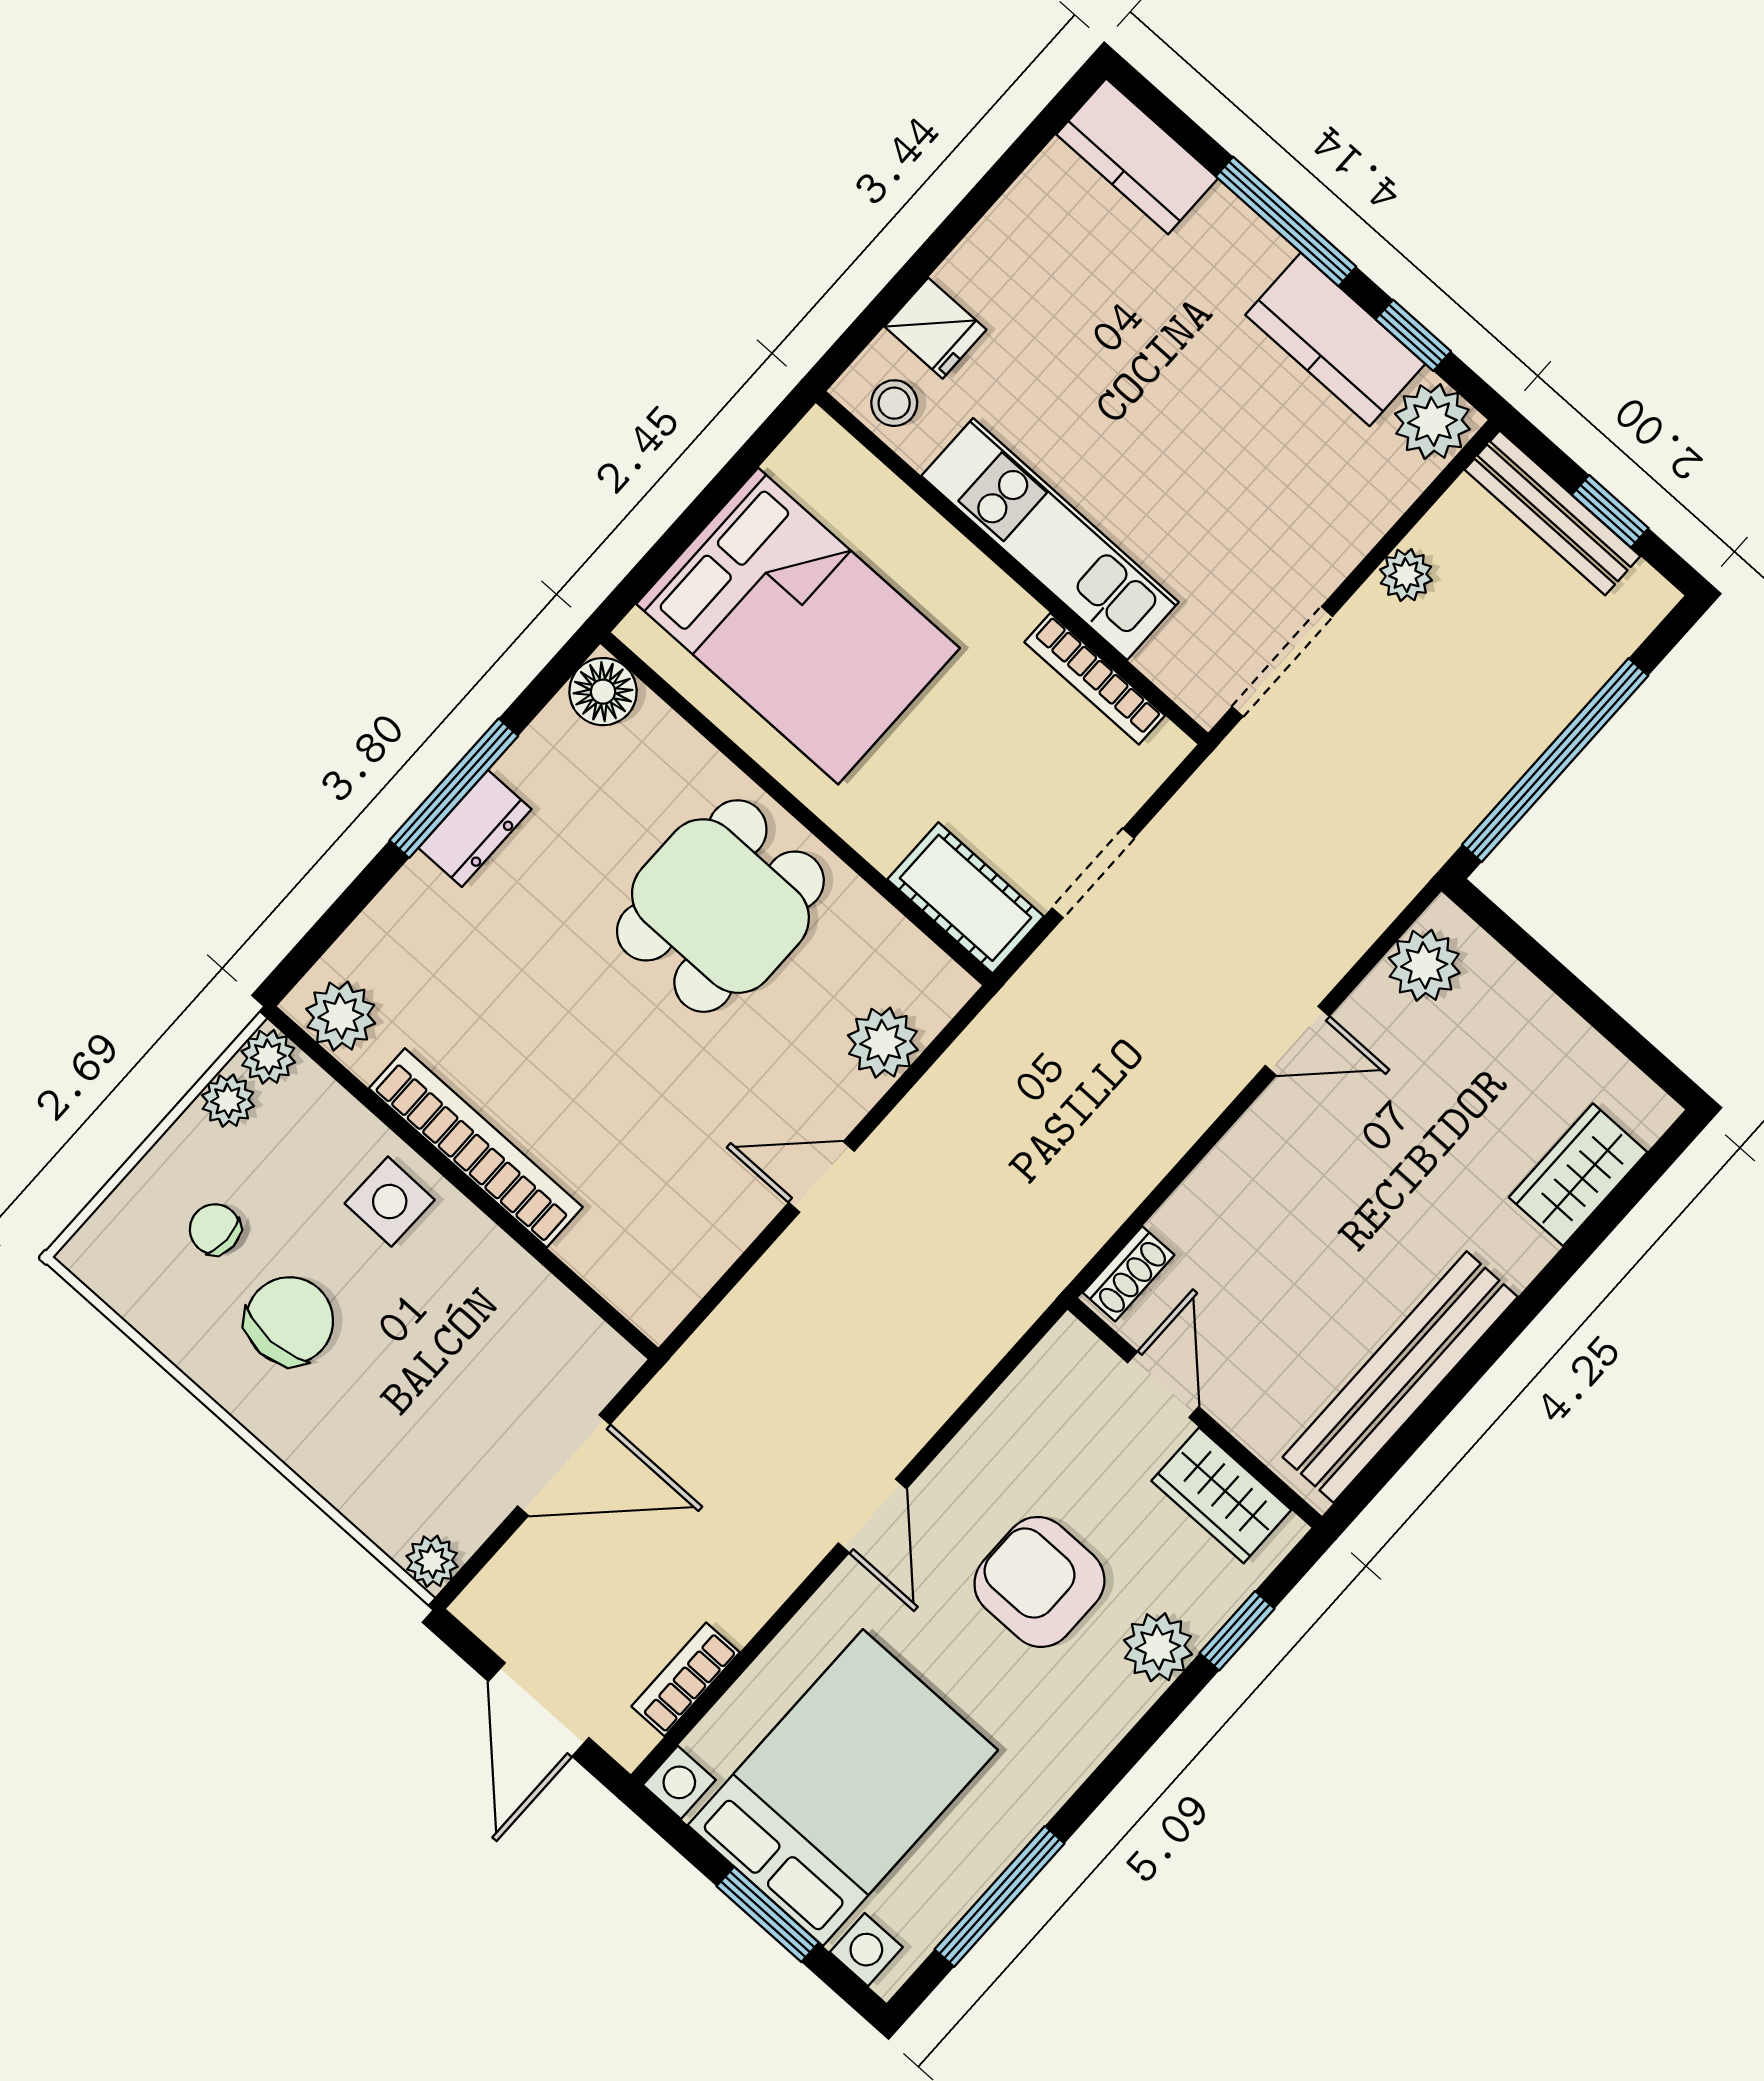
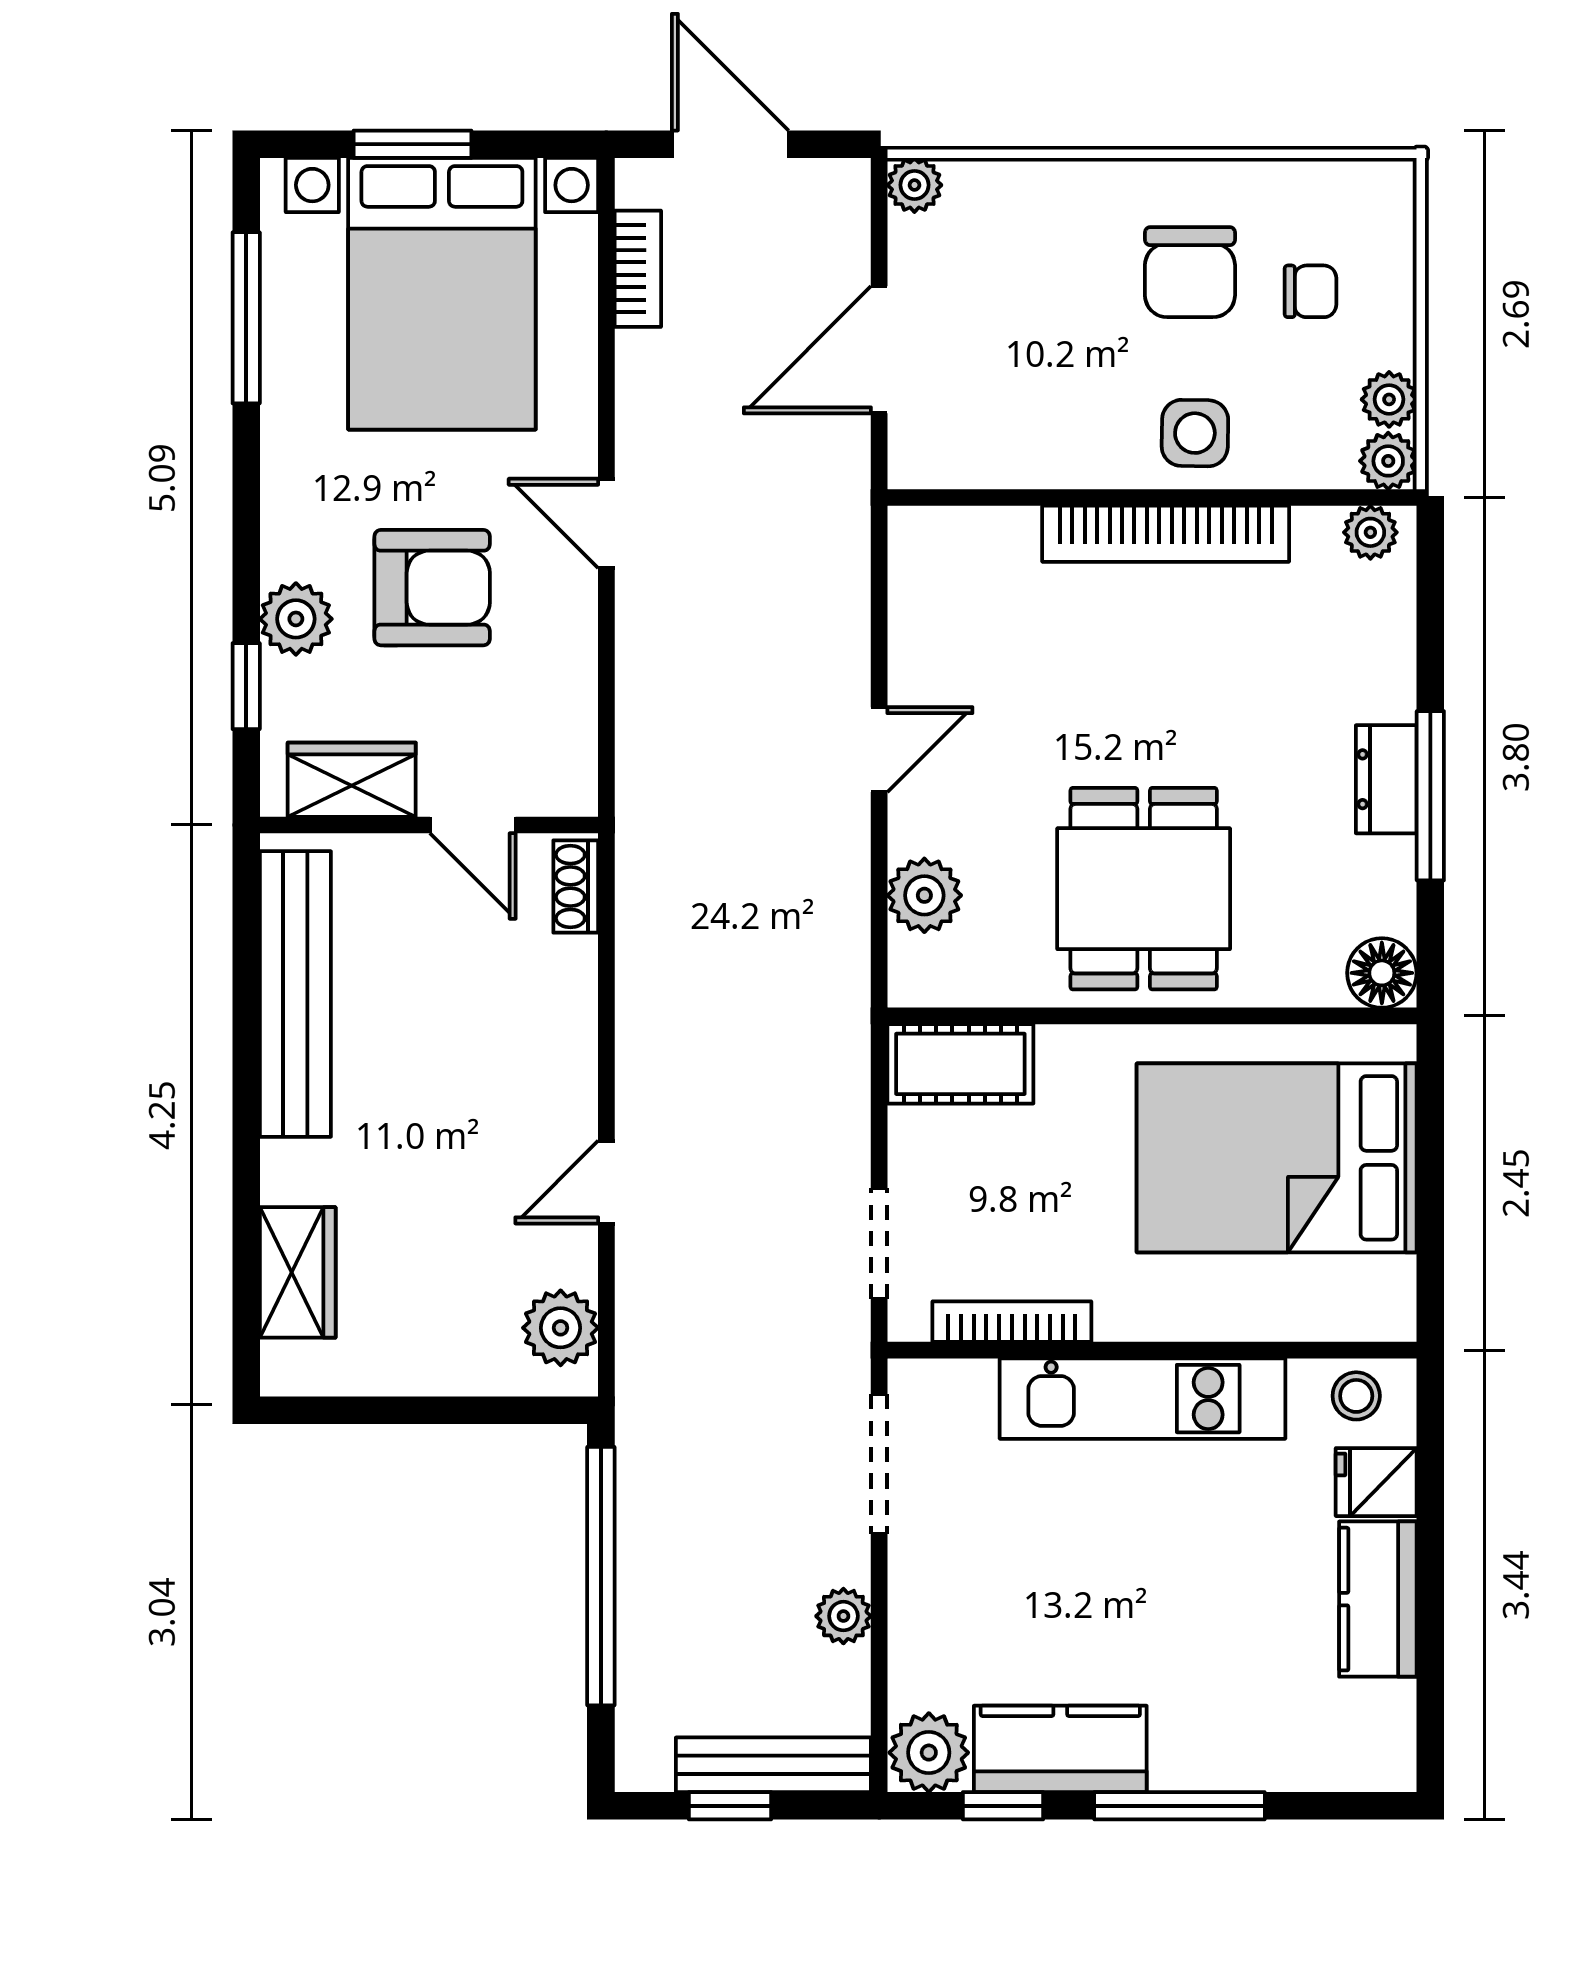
kitchen counter: (1137, 156) -> (1378, 1599), moved, turned -90
doorway: (1093, 873) -> (879, 1244), moved
plant: (341, 1016) -> (1370, 532), width x0.73, depth x0.73

